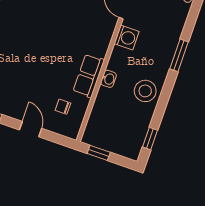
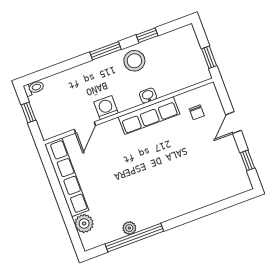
window: (179, 55) -> (106, 51), moved
row of seats: (89, 76) -> (149, 116), width x1.48
window: (150, 139) -> (147, 35), moved

